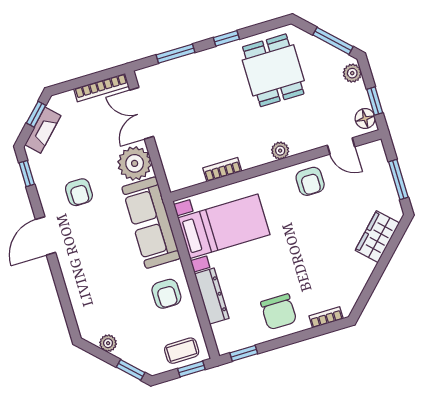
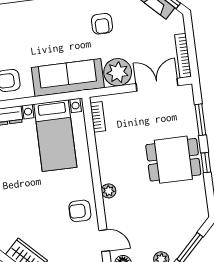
dining table: (273, 70) -> (173, 160), moved
door: (341, 146) -> (104, 241), swing flipped
bookcase: (222, 170) -> (98, 117), moved
armchair: (79, 192) -> (102, 24), turned -90

